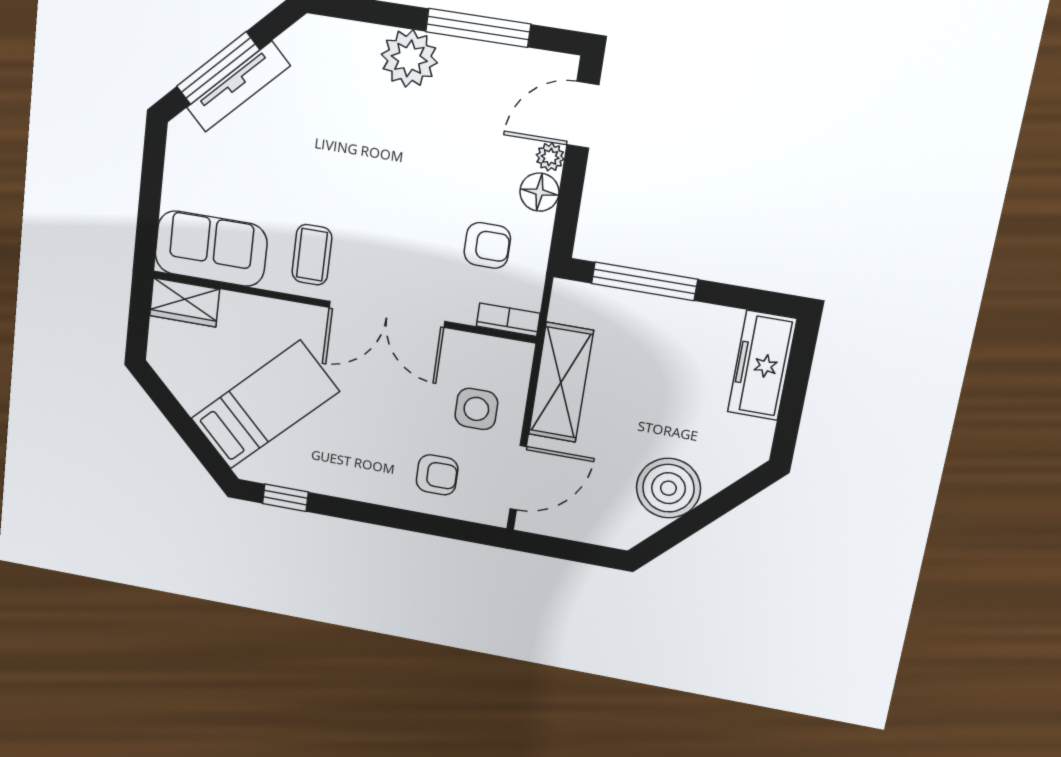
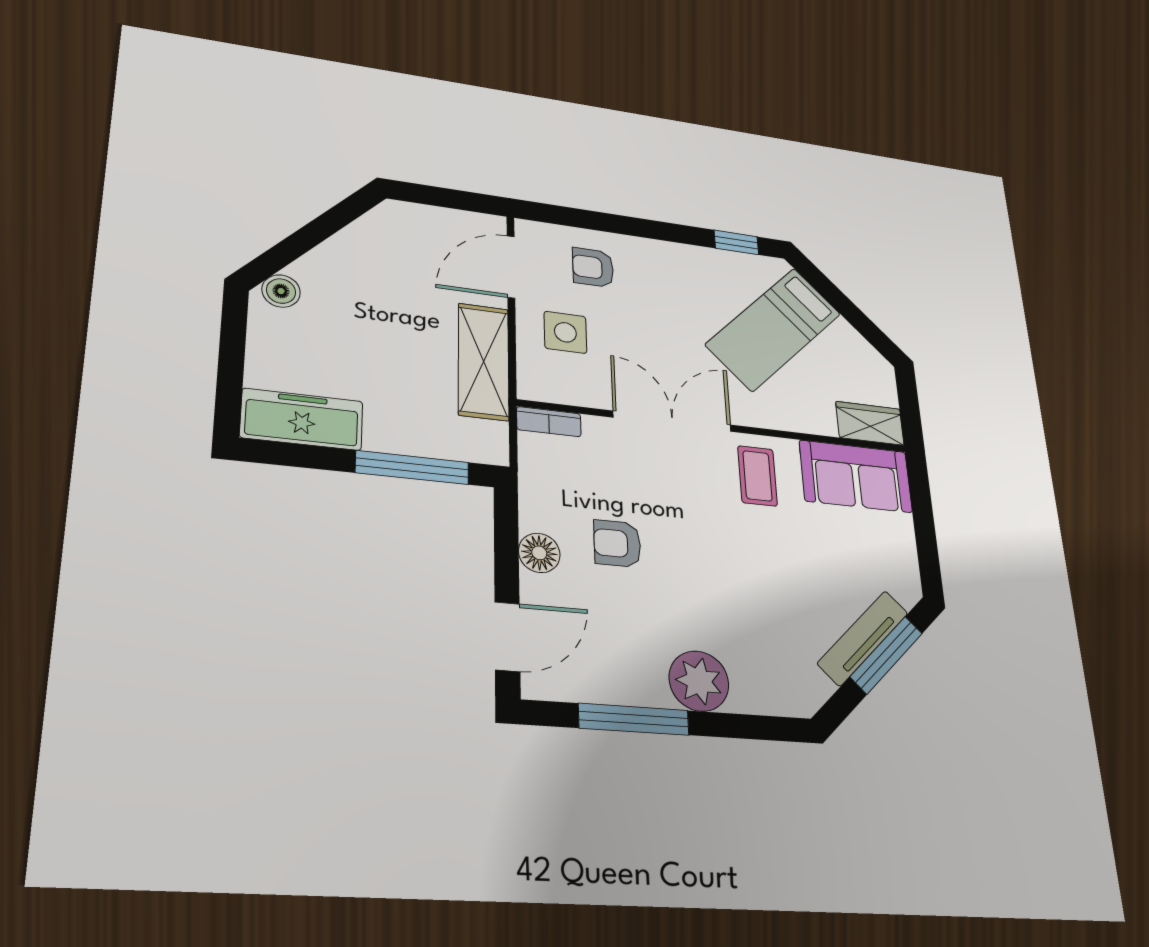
plant: (550, 157) -> (534, 590), removed
armchair: (487, 245) -> (617, 544), moved
freezer: (762, 365) -> (302, 419), moved, turned -90
boiler: (668, 488) -> (281, 291), moved, width x0.54, depth x0.54

